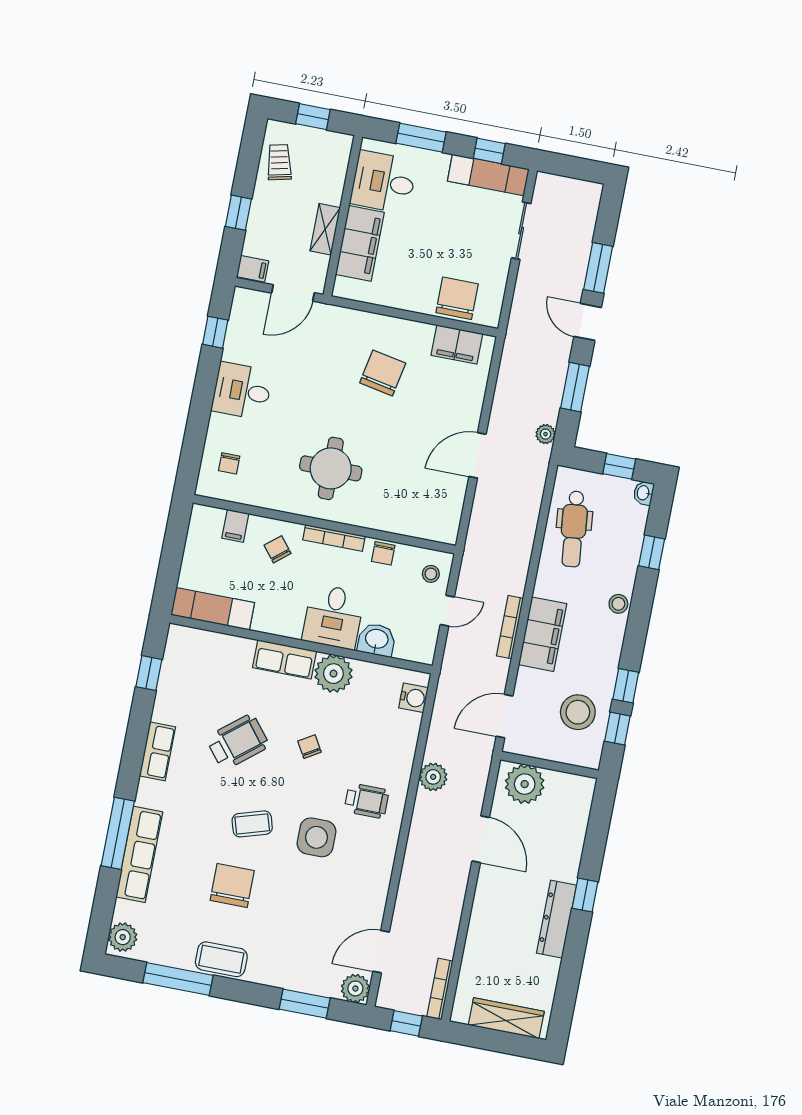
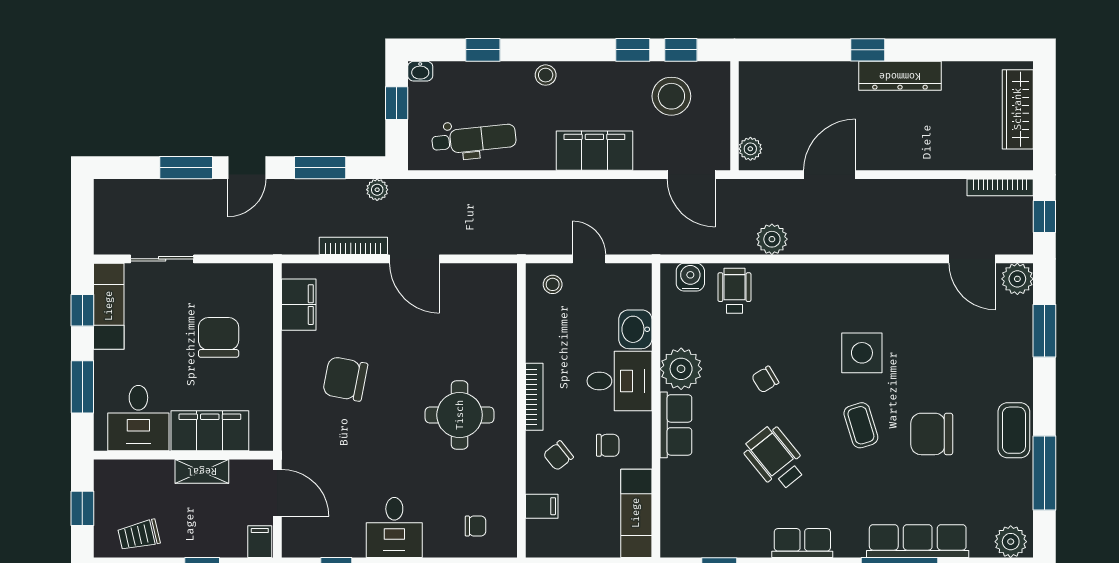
chair: (457, 298) -> (219, 337), moved, turned 90
chair: (383, 553) -> (608, 445), moved
bookcase: (510, 627) -> (353, 246), moved, turned 180
plant: (525, 784) -> (750, 149), width x0.53, depth x0.53
wheelchair: (367, 801) -> (734, 291), moved

